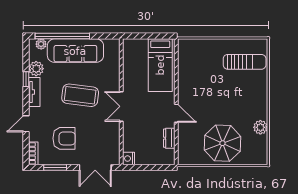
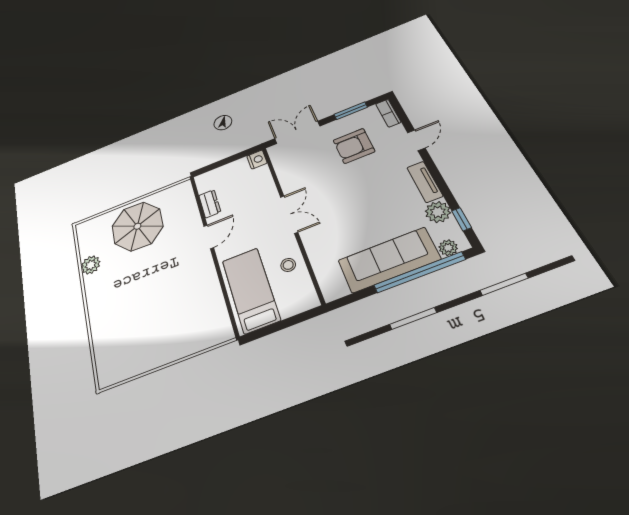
sun lounger: (245, 62) -> (127, 343), removed
stool: (133, 72) -> (288, 265), added
window: (26, 79) -> (461, 219), moved
coffee table: (80, 95) -> (354, 205), removed
door: (176, 113) -> (209, 237), swing flipped

